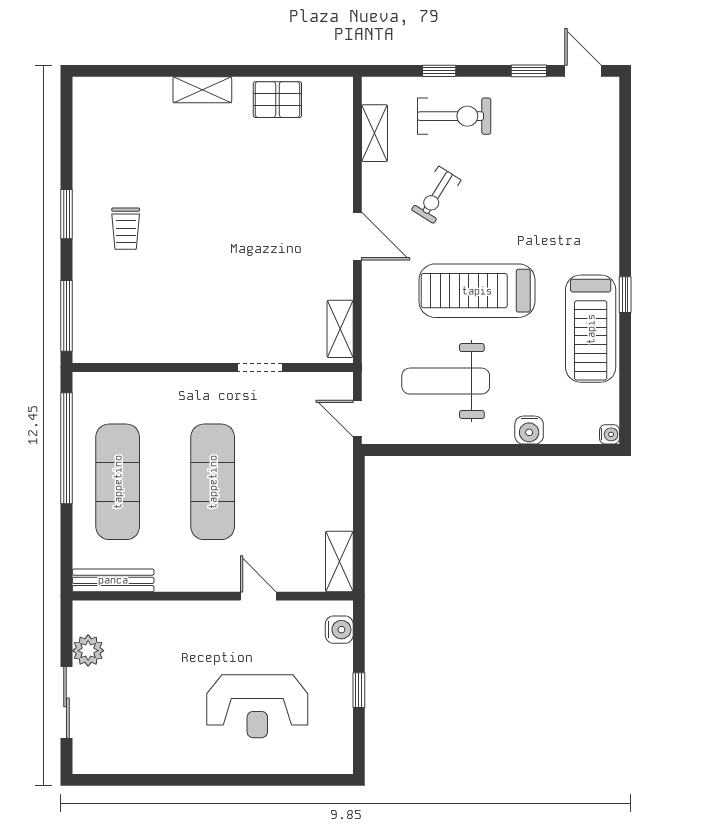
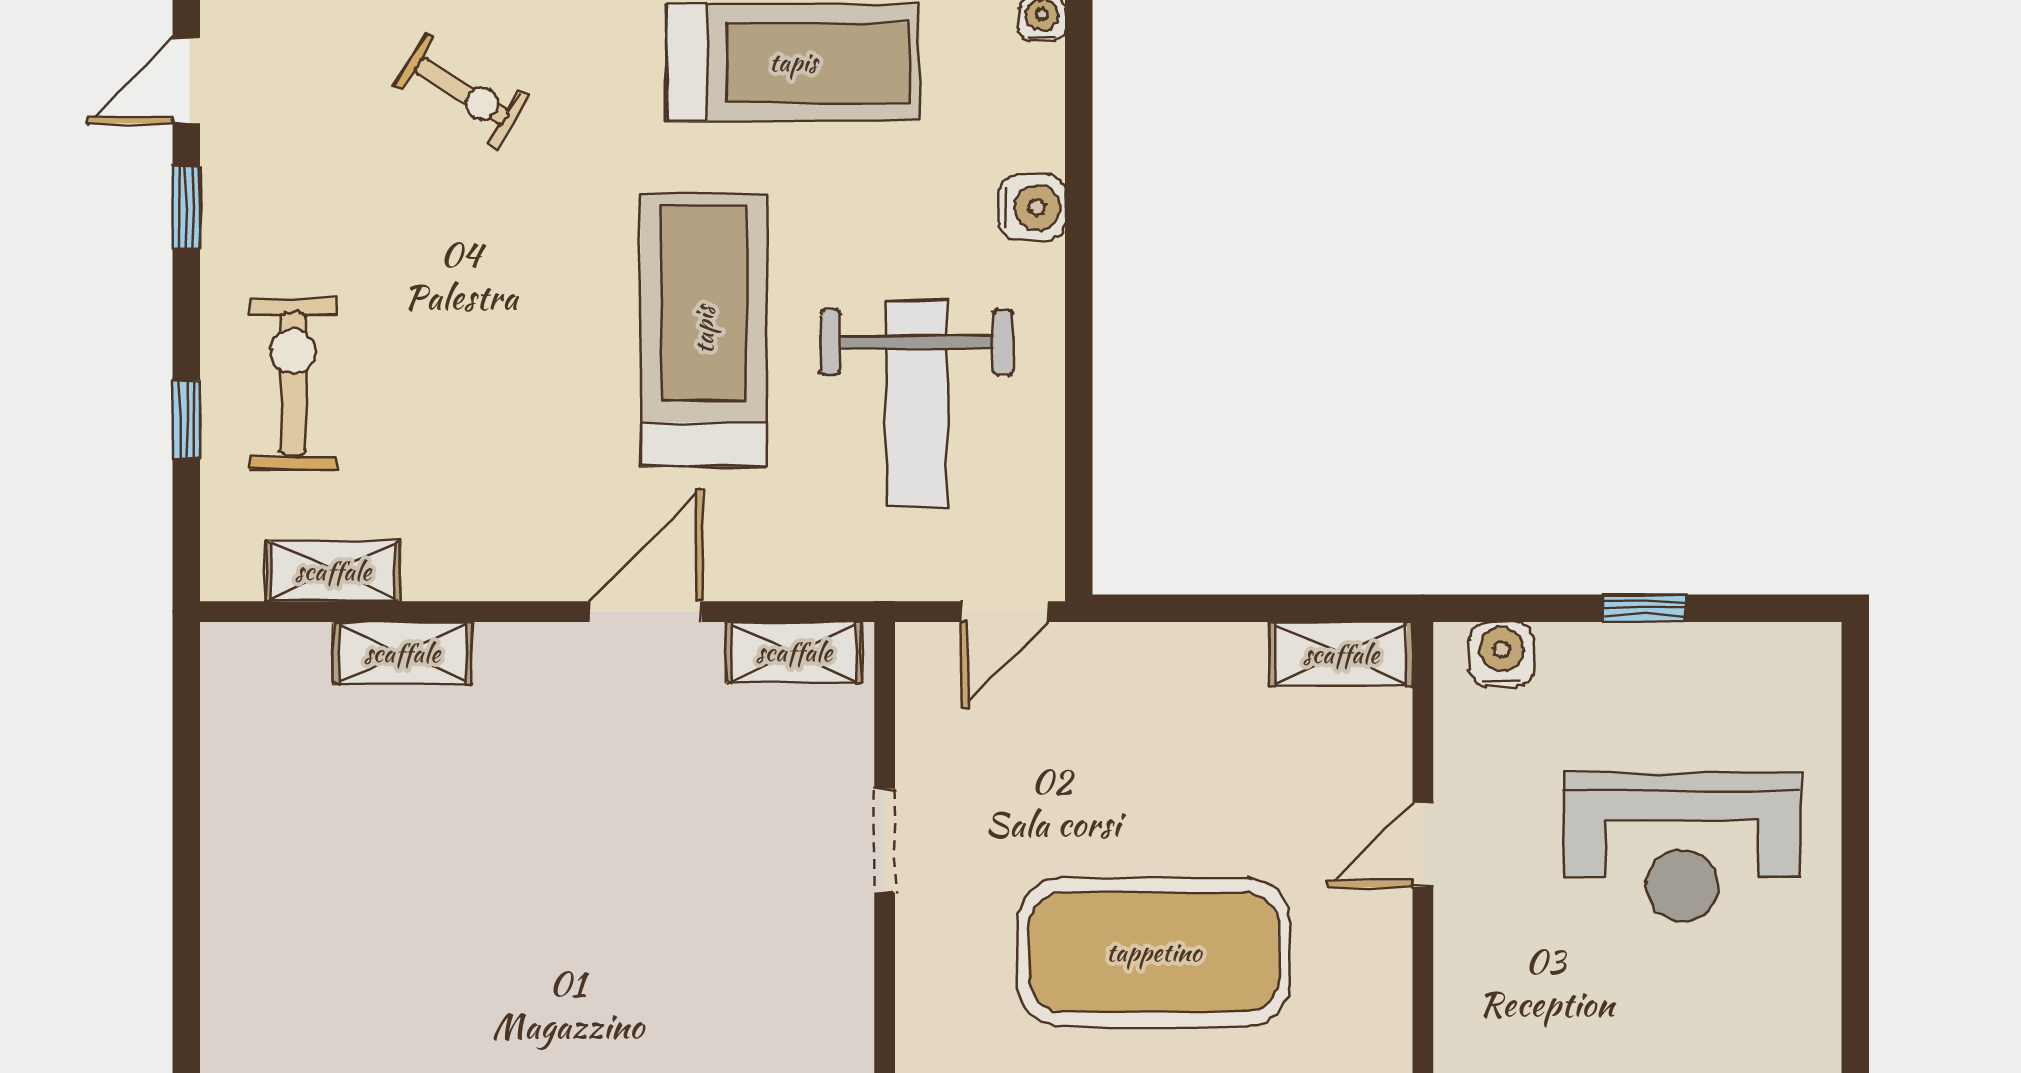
shelving: (202, 90) -> (402, 653), moved, turned 90
pallet: (277, 100) -> (254, 800), removed
exercise bike: (436, 195) -> (462, 91), moved
door: (357, 236) -> (646, 612), moved
treadmill: (477, 291) -> (704, 330), turned 180
exercise mat: (213, 482) -> (1154, 952), width x1.47
reception desk: (257, 706) -> (1682, 847), turned 90

